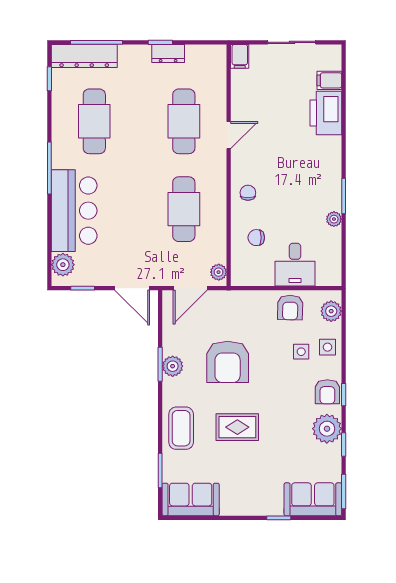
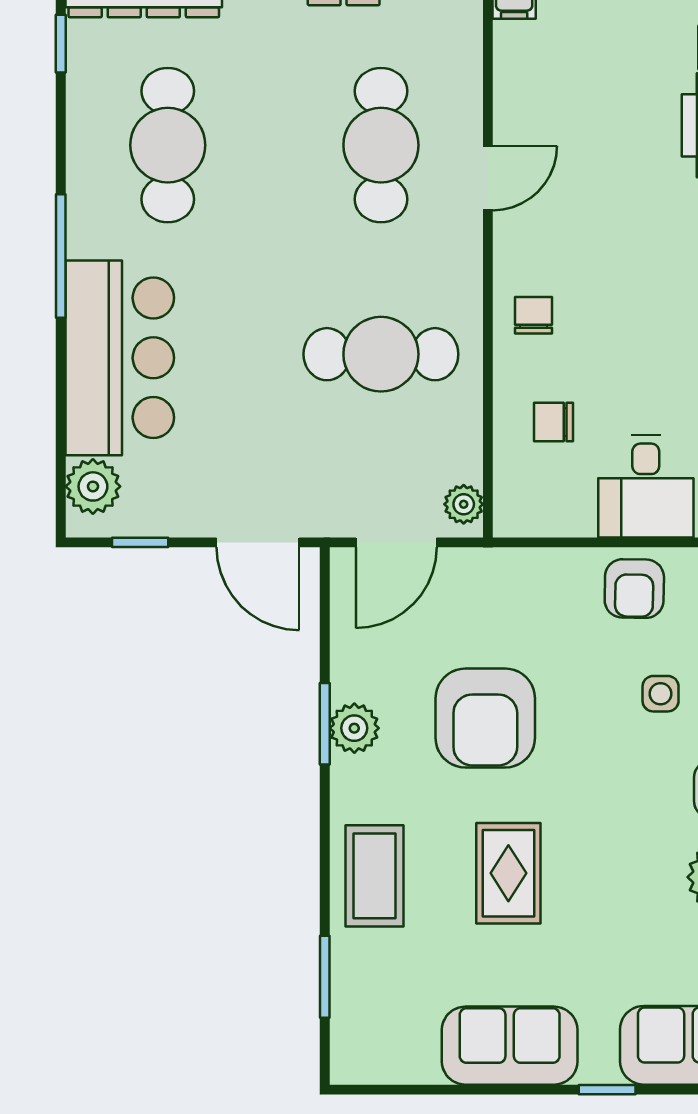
cafe table: (184, 209) -> (381, 354), turned 90
rug: (237, 427) -> (508, 873), turned 90
sofa: (191, 499) -> (510, 1046), moved

